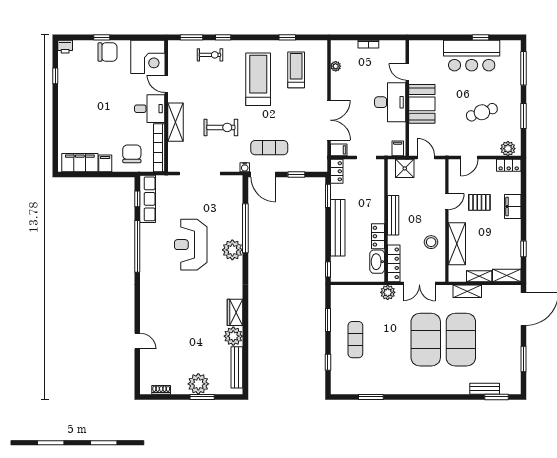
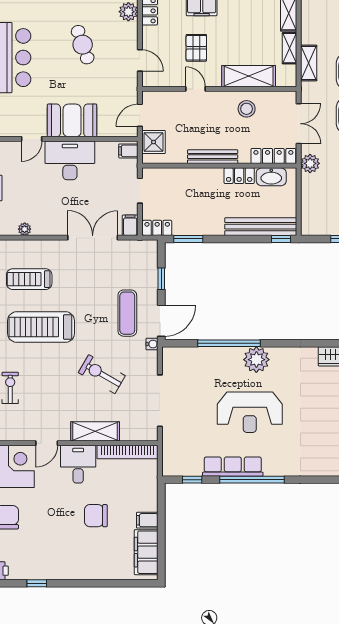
exercise bike: (221, 127) -> (102, 374), turned -60
chair: (132, 154) -> (96, 516), moved
row of seats: (148, 199) -> (233, 467), moved
bench: (338, 228) -> (261, 227), moved

